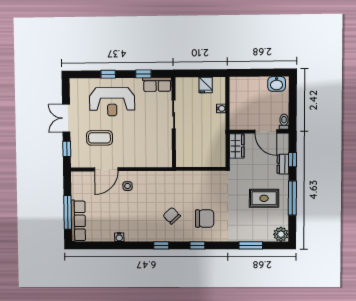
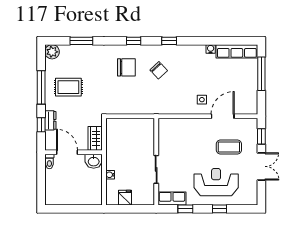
washbasin: (277, 84) -> (94, 161), moved, turned 180
chair: (205, 219) -> (126, 67), turned 180
row of seats: (78, 221) -> (237, 51), moved, turned -90

